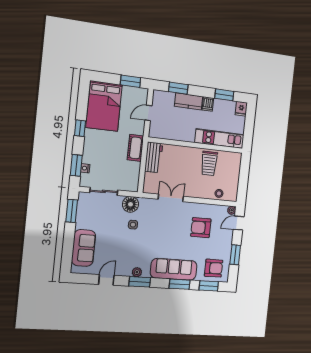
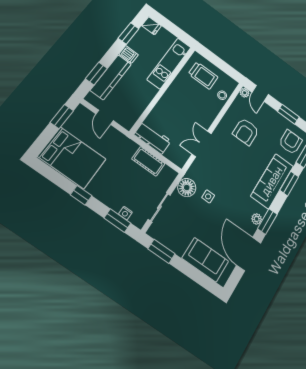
kitchen counter: (189, 101) -> (111, 77), width x1.50
cot: (135, 148) -> (148, 161), moved
trolley: (209, 163) -> (203, 76), moved
door: (106, 280) -> (249, 254), width x1.87

